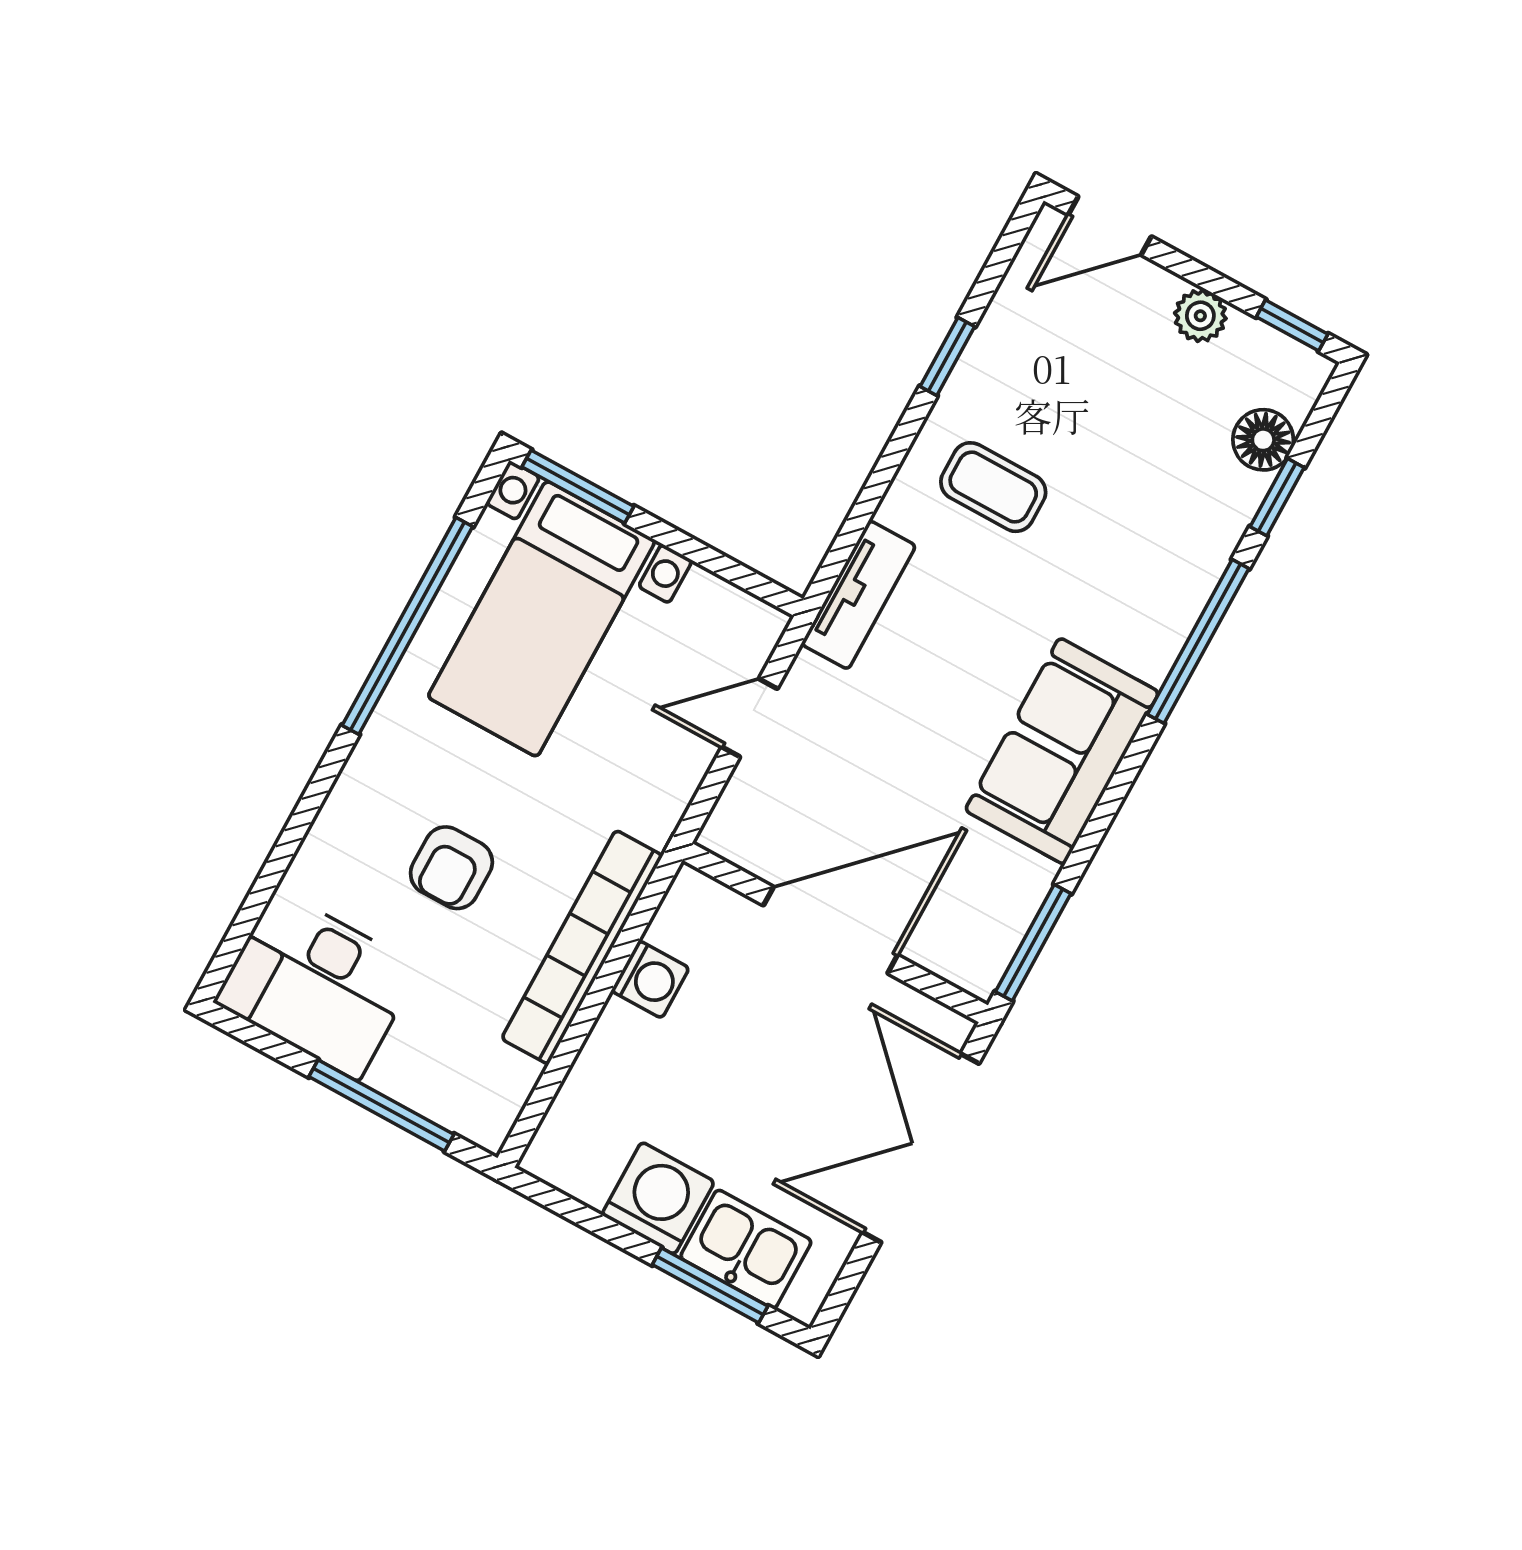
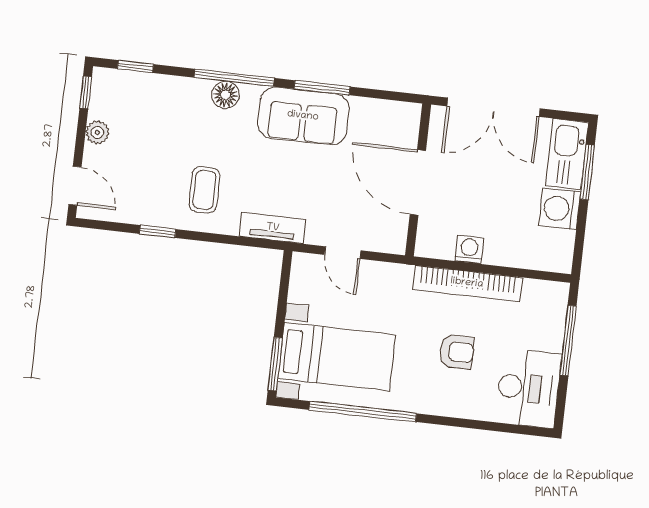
floor lamp: (1263, 440) -> (225, 95), moved
window: (1277, 497) -> (135, 66), moved
window: (1033, 943) -> (322, 88), moved
kitchen sink: (746, 1249) -> (567, 154), width x1.38

